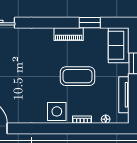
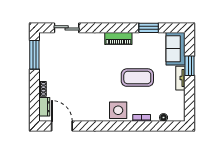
piano: (69, 34) -> (118, 38), moved
tv unit: (124, 95) -> (180, 78), moved, width x0.71

